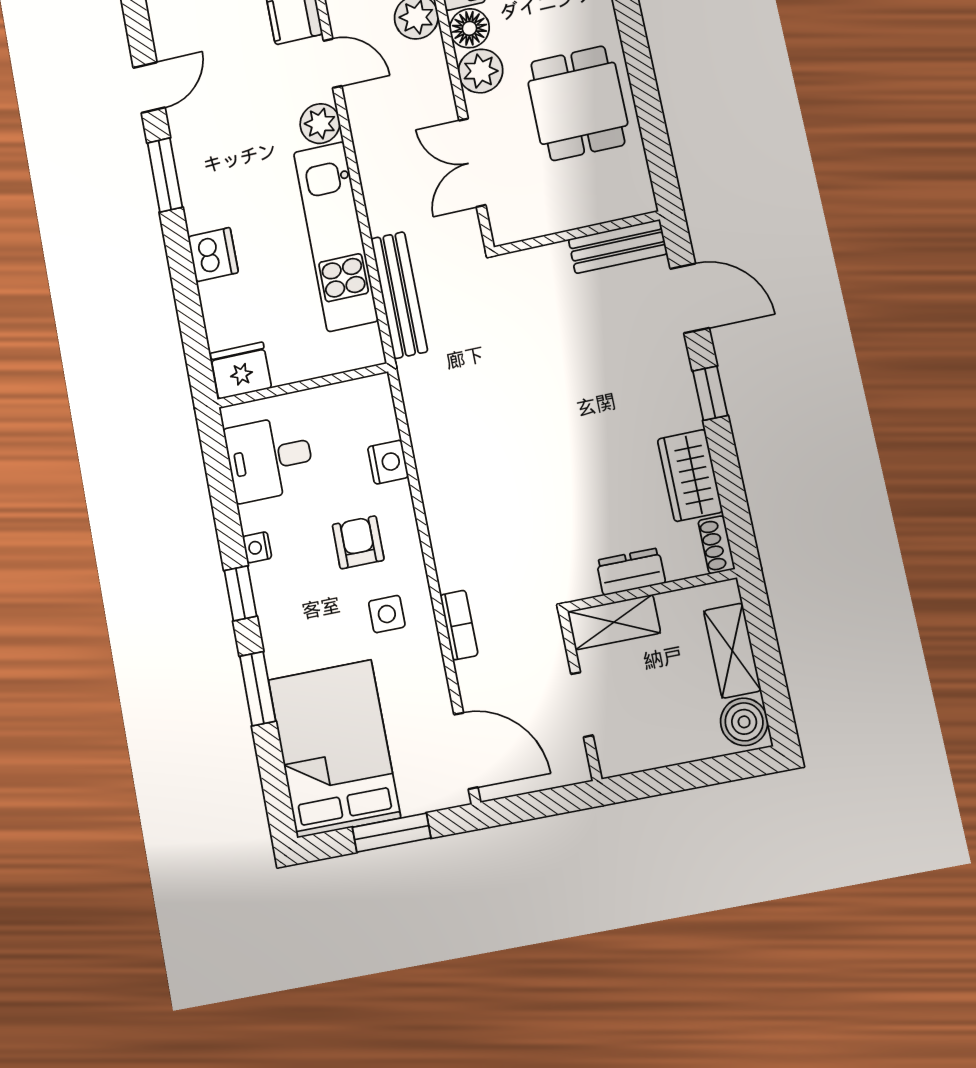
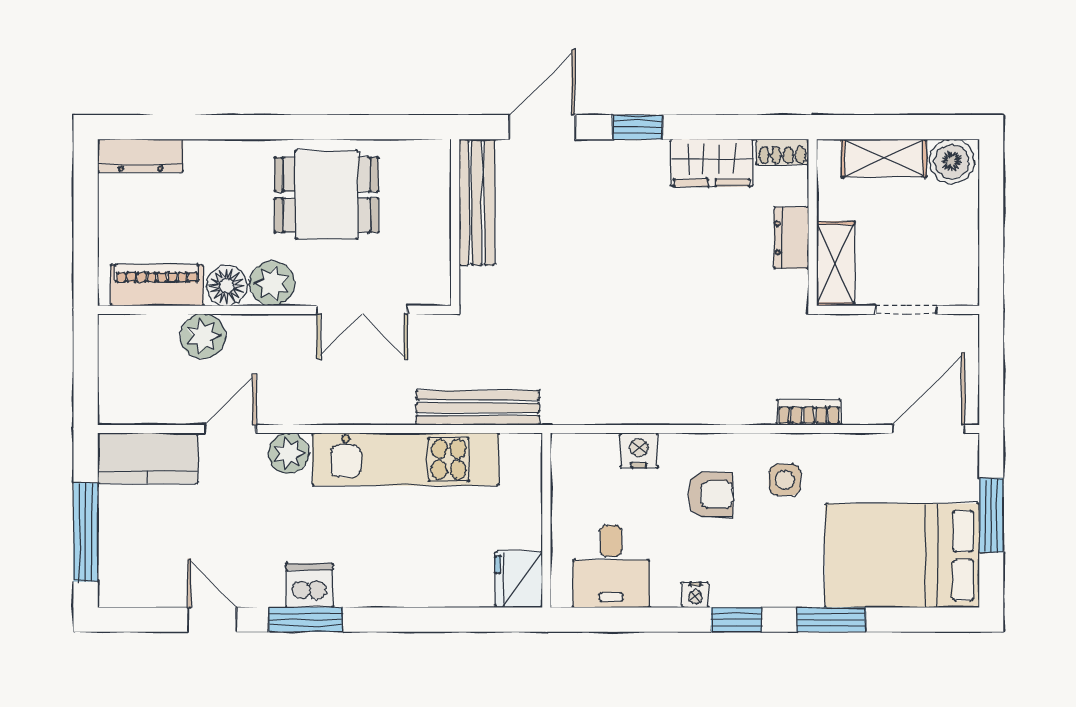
bench: (618, 247) -> (477, 202), width x1.36
dishwasher: (213, 255) -> (310, 586), moved
armchair: (358, 542) -> (710, 495), turned 180

